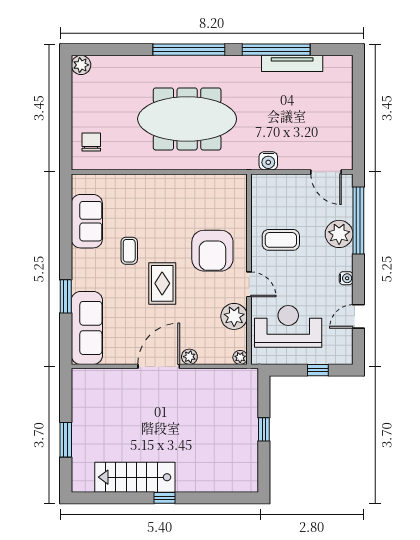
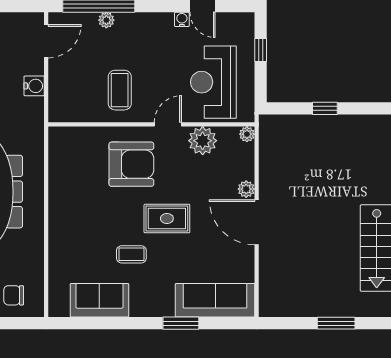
water cooler: (268, 161) -> (34, 86), moved
plant: (339, 234) -> (106, 20), width x0.53, depth x0.53
water cooler: (346, 278) -> (182, 19), moved

